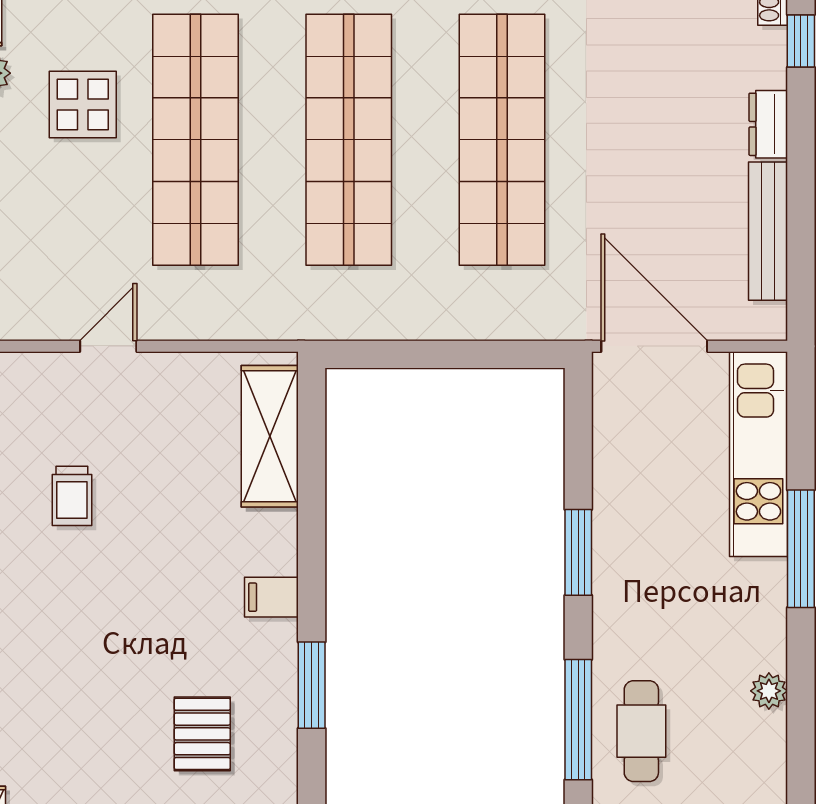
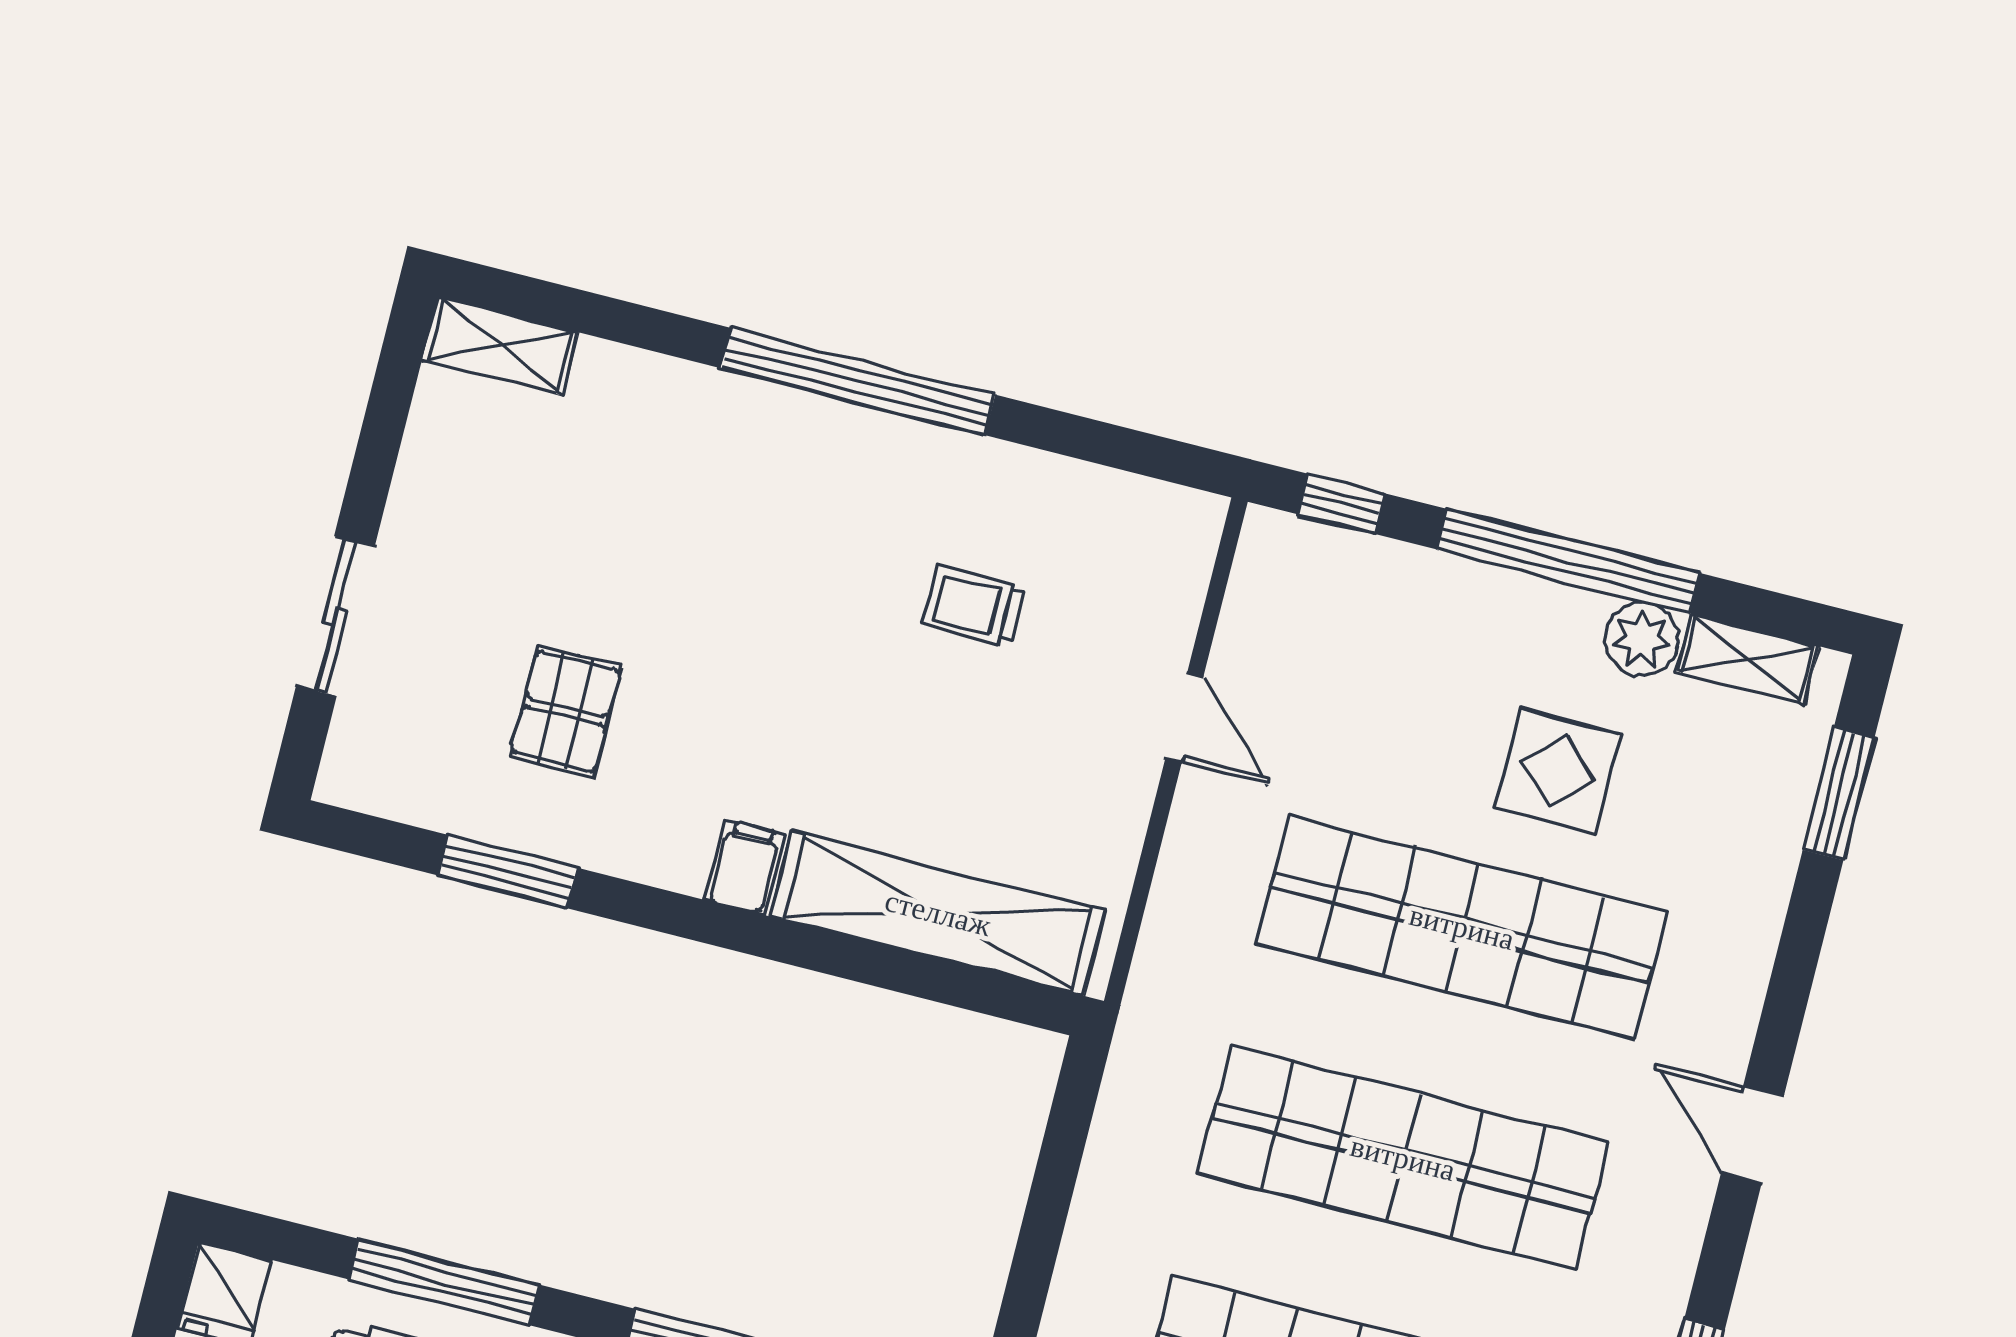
shelving: (270, 436) -> (938, 913), width x1.47
window: (312, 685) -> (507, 872), moved
pallet: (202, 734) -> (566, 711), turned 90

